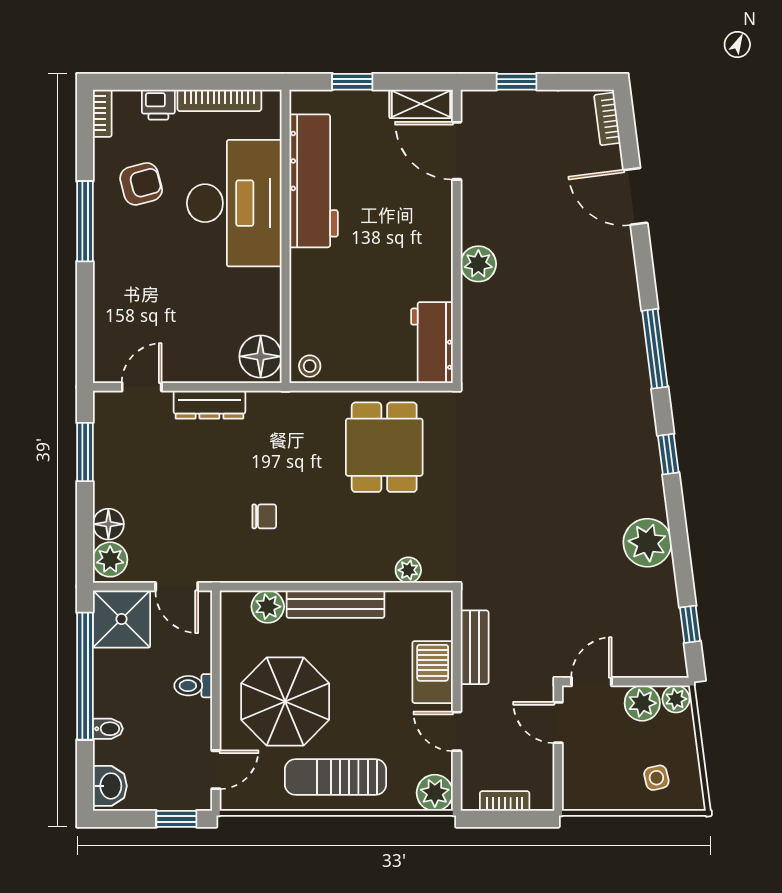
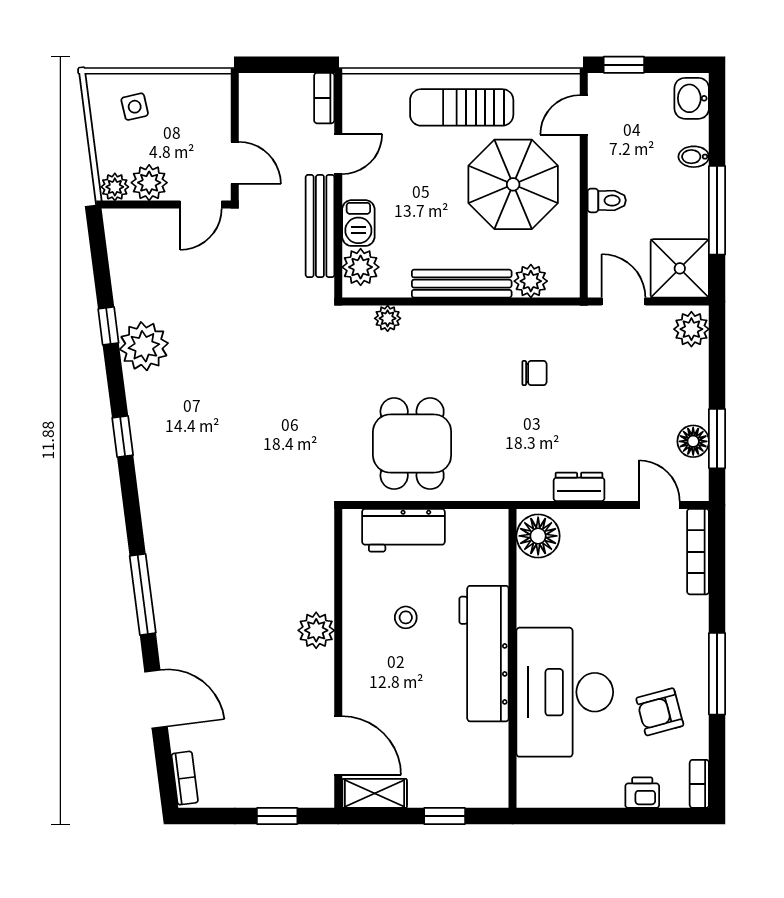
bookcase: (219, 100) -> (698, 552), moved, turned -90
workbench: (314, 181) -> (484, 654), moved
workbench: (432, 343) -> (403, 530), moved, turned 90
window: (655, 349) -> (143, 594), moved
stool: (310, 366) -> (406, 617), moved
door: (142, 387) -> (659, 505), swing flipped
dresser: (209, 405) -> (579, 487), width x0.70
chair: (264, 516) -> (534, 373), turned 180
floor lamp: (108, 524) -> (693, 441), moved
window: (690, 624) -> (108, 326), moved
bench: (475, 647) -> (320, 226), width x1.36
barbecue: (433, 672) -> (358, 223), width x0.73, depth x0.79
window: (85, 676) -> (717, 210), width x0.68
door: (457, 731) -> (338, 154), hinge flipped
sun lounger: (336, 777) -> (462, 107), turned 180
plant: (435, 793) -> (361, 267), moved
bookcase: (505, 801) -> (324, 98), moved, turned 90

